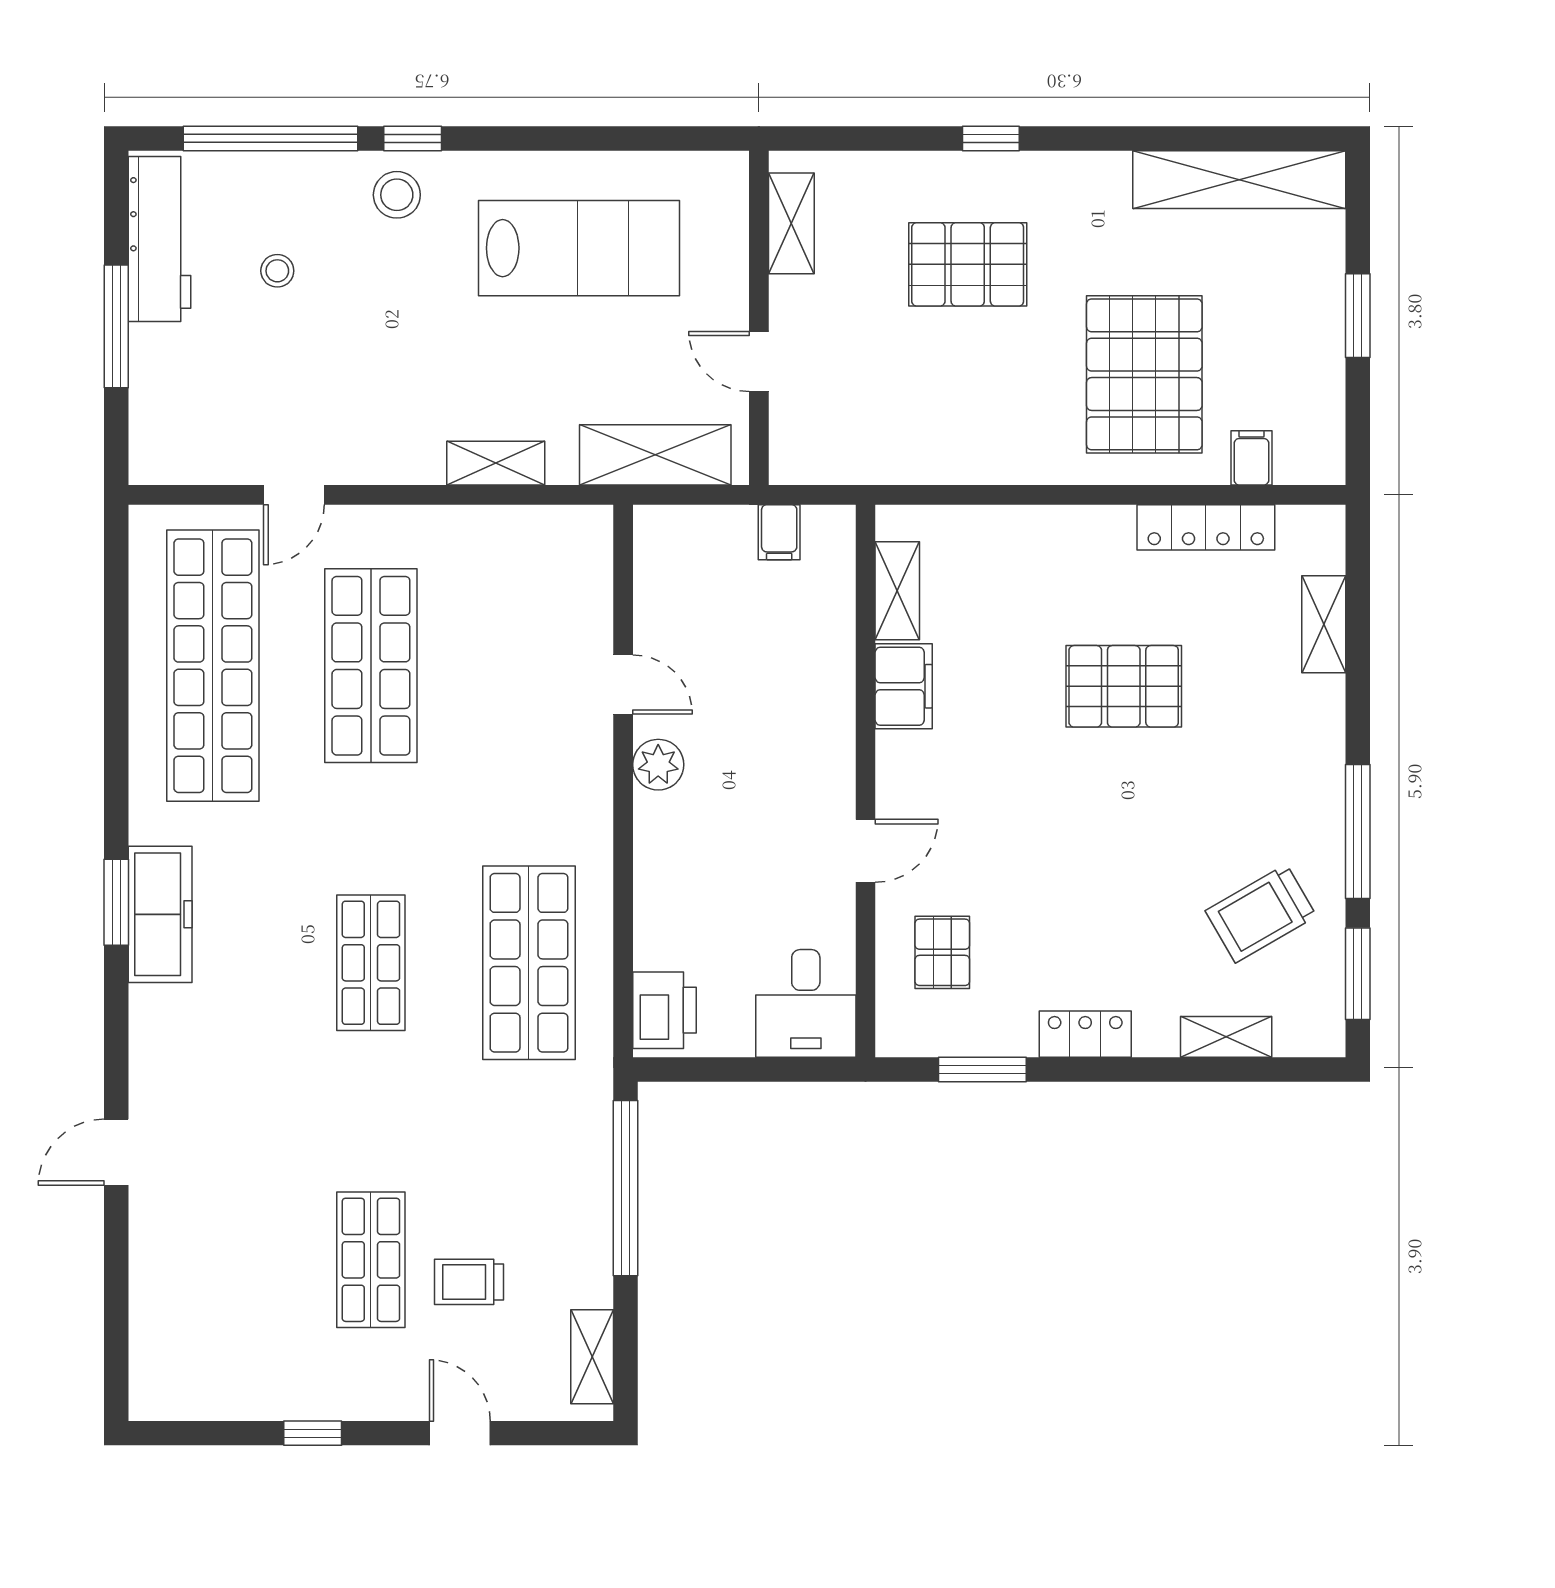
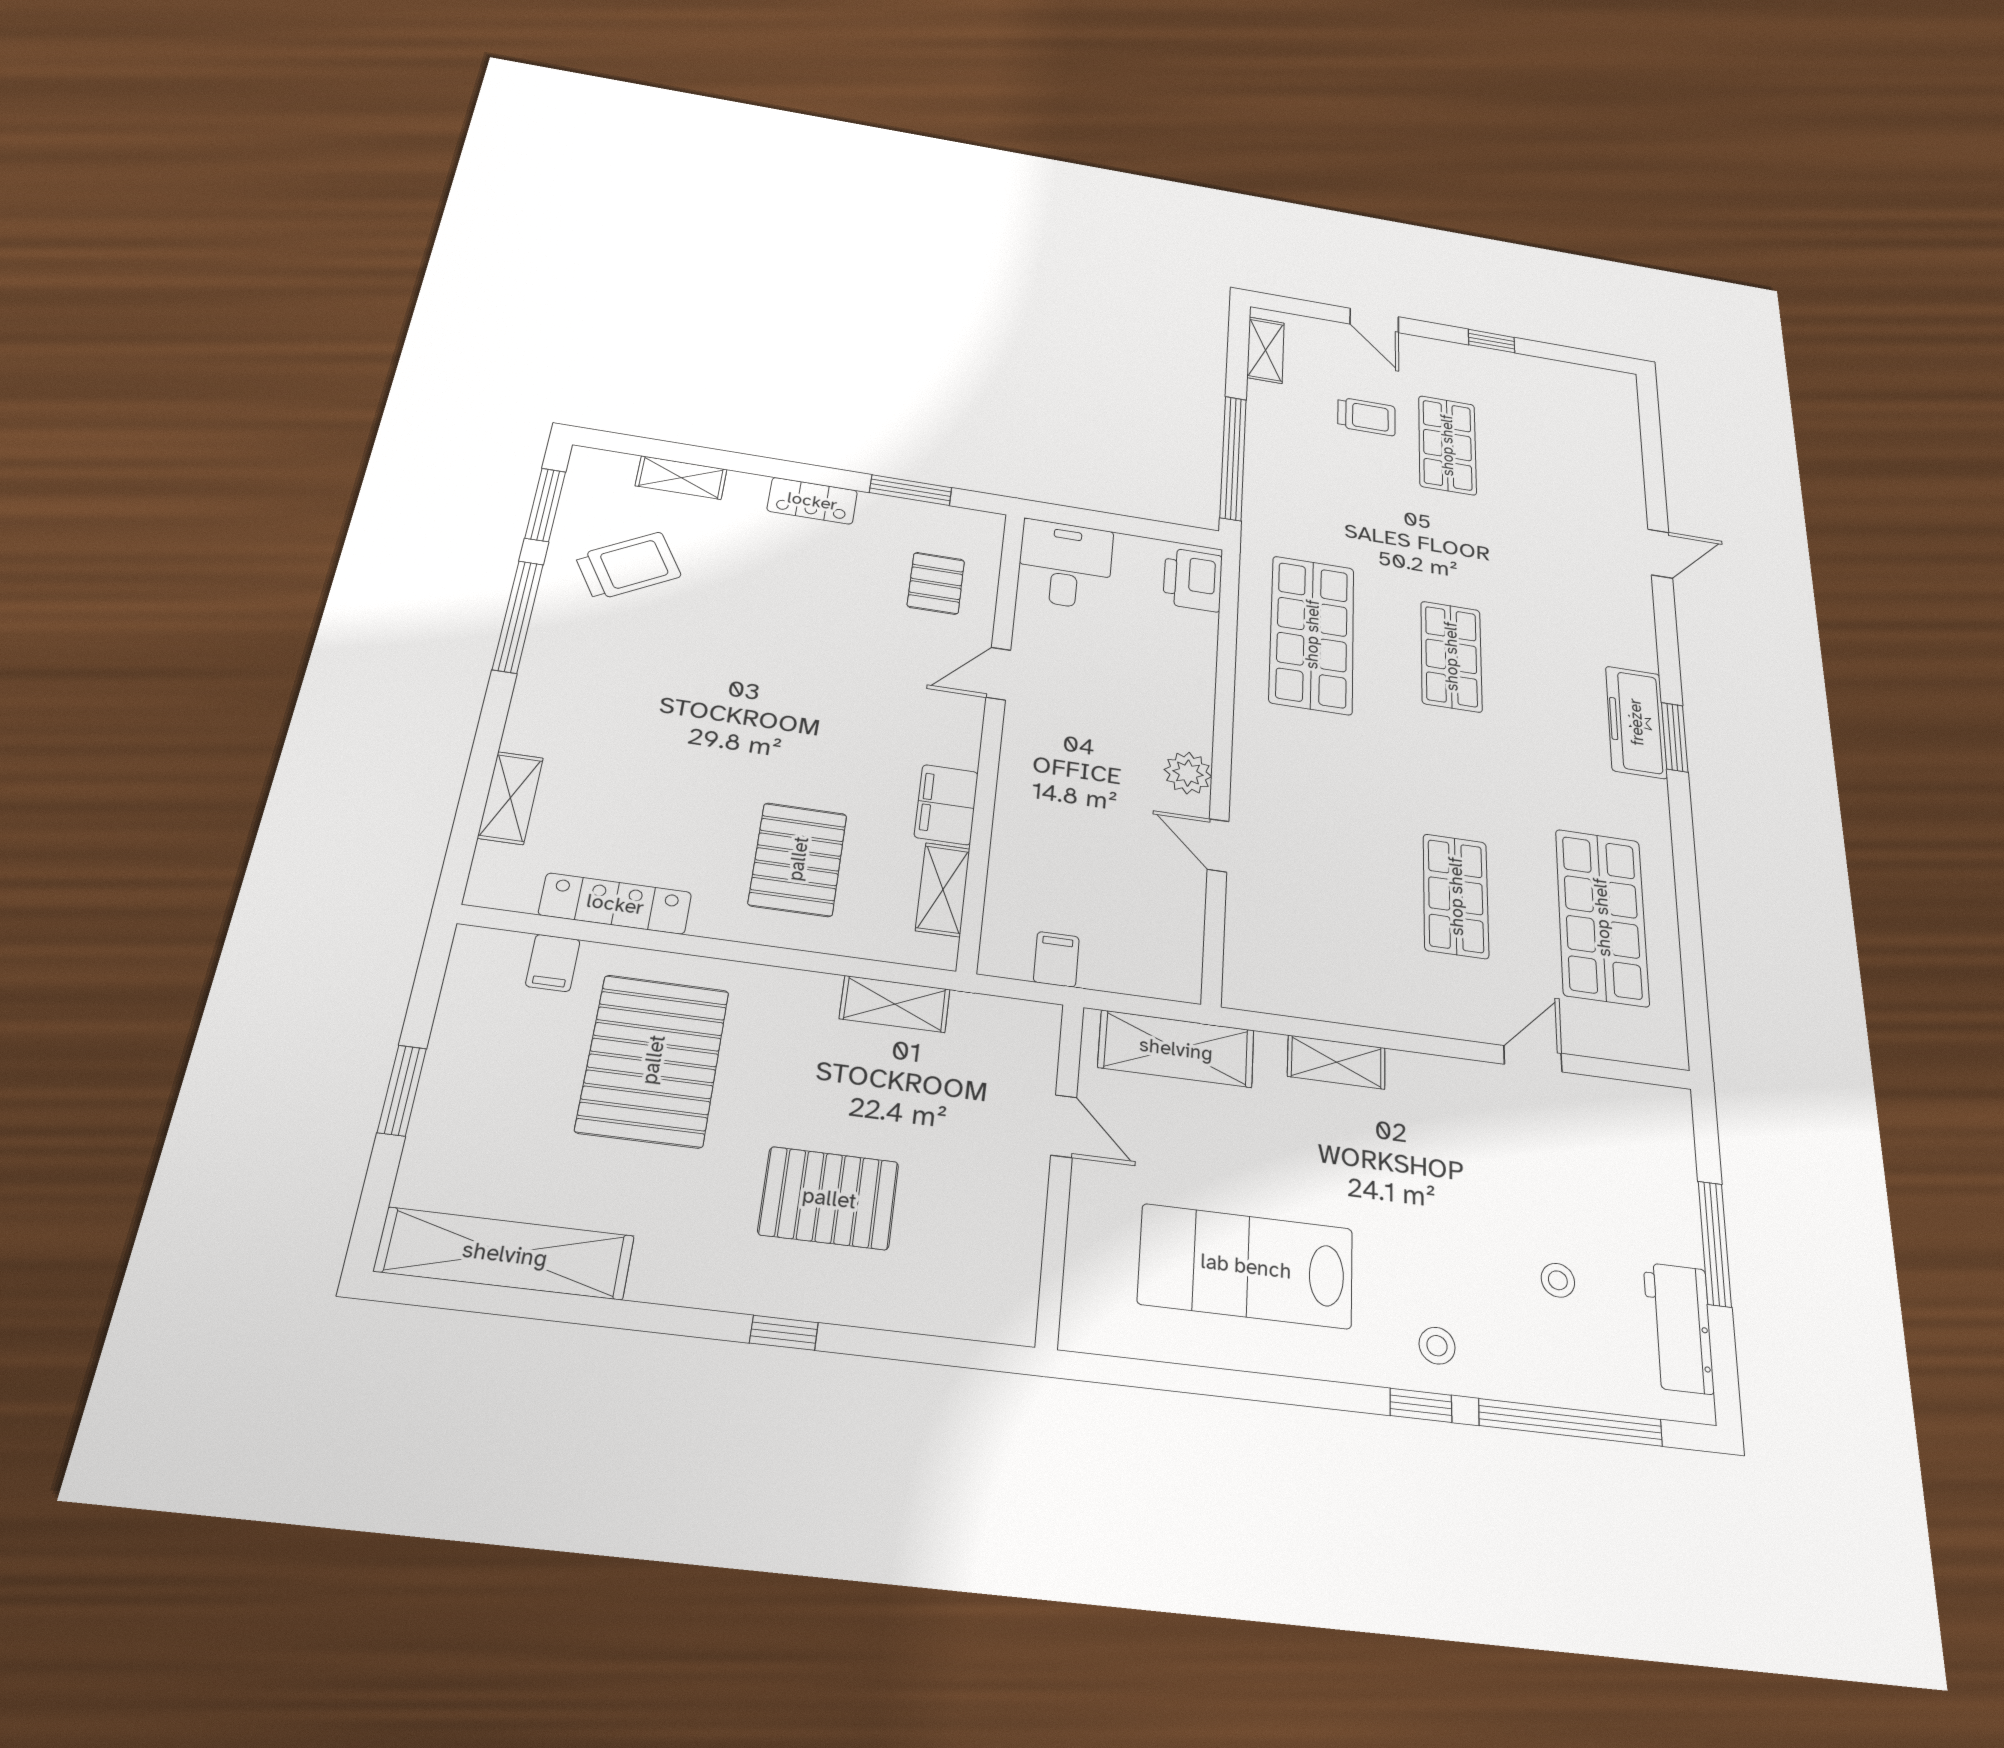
stool: (397, 195) -> (1437, 1346), width x0.73, depth x0.73
shelving: (791, 223) -> (895, 1004), moved, turned 90
workbench: (160, 239) -> (1679, 1328), width x0.73
shop shelf: (213, 666) -> (1602, 917), width x0.71
shop shelf: (371, 666) -> (1456, 896), width x0.70, depth x0.74
pallet: (1124, 686) -> (798, 859), moved, turned 90

